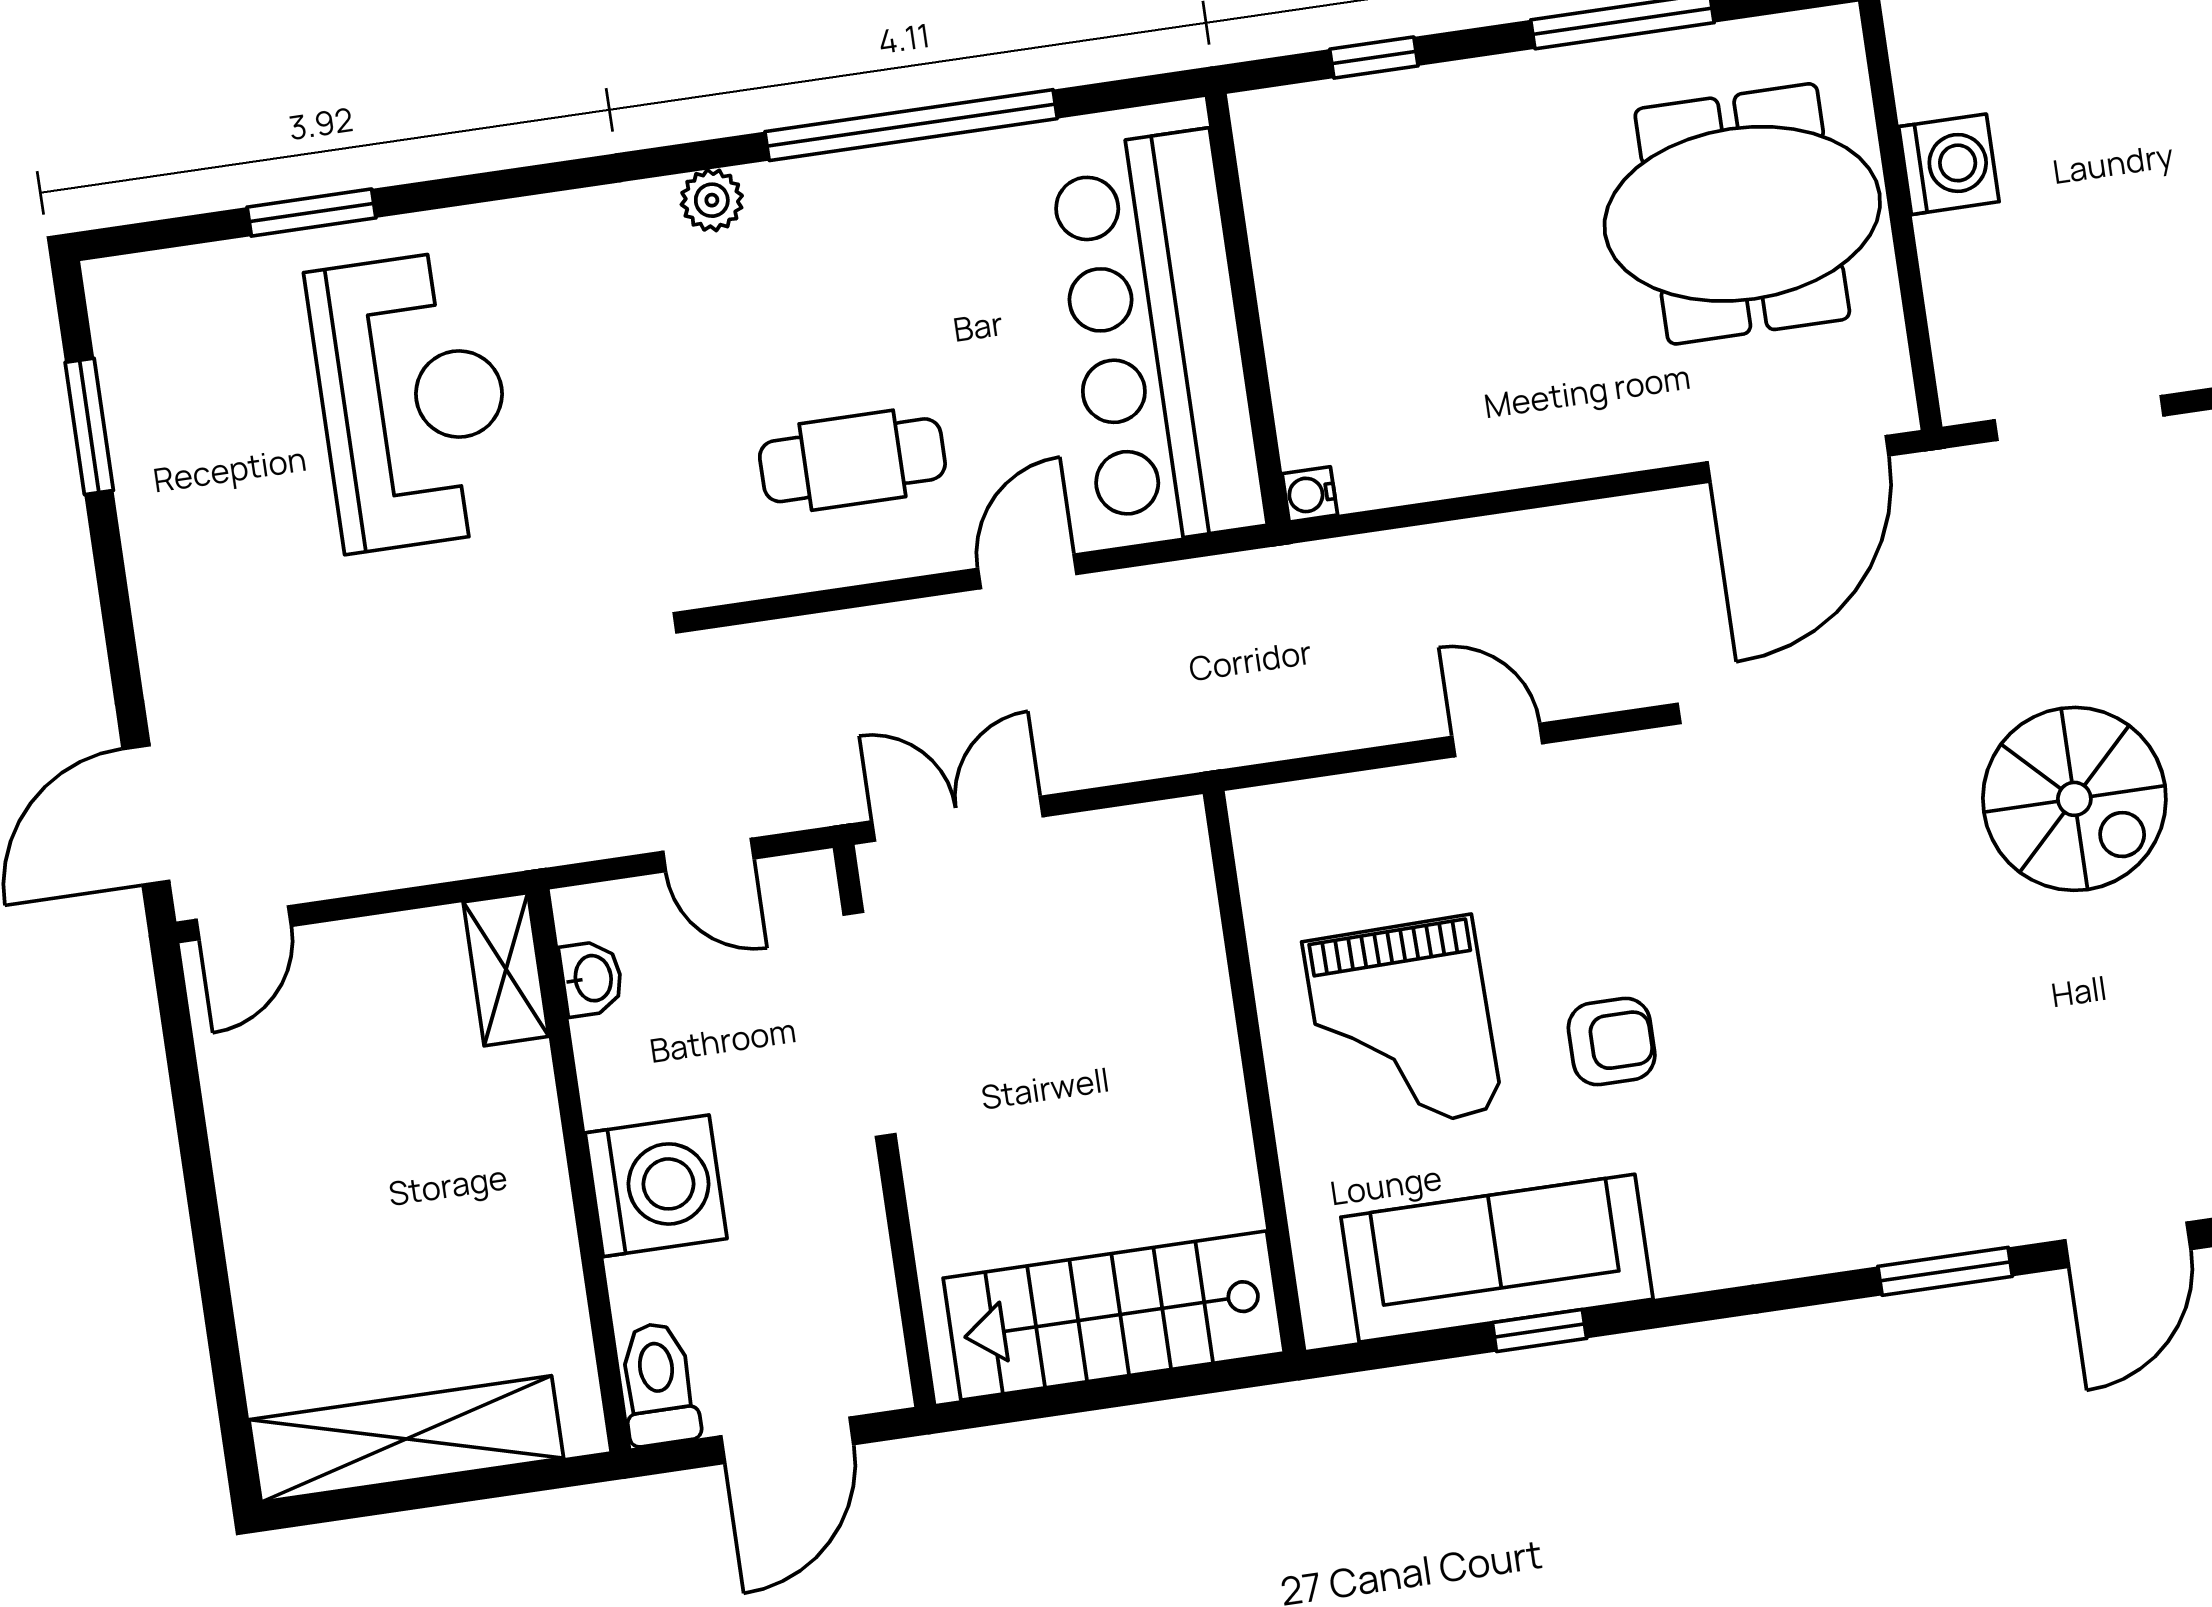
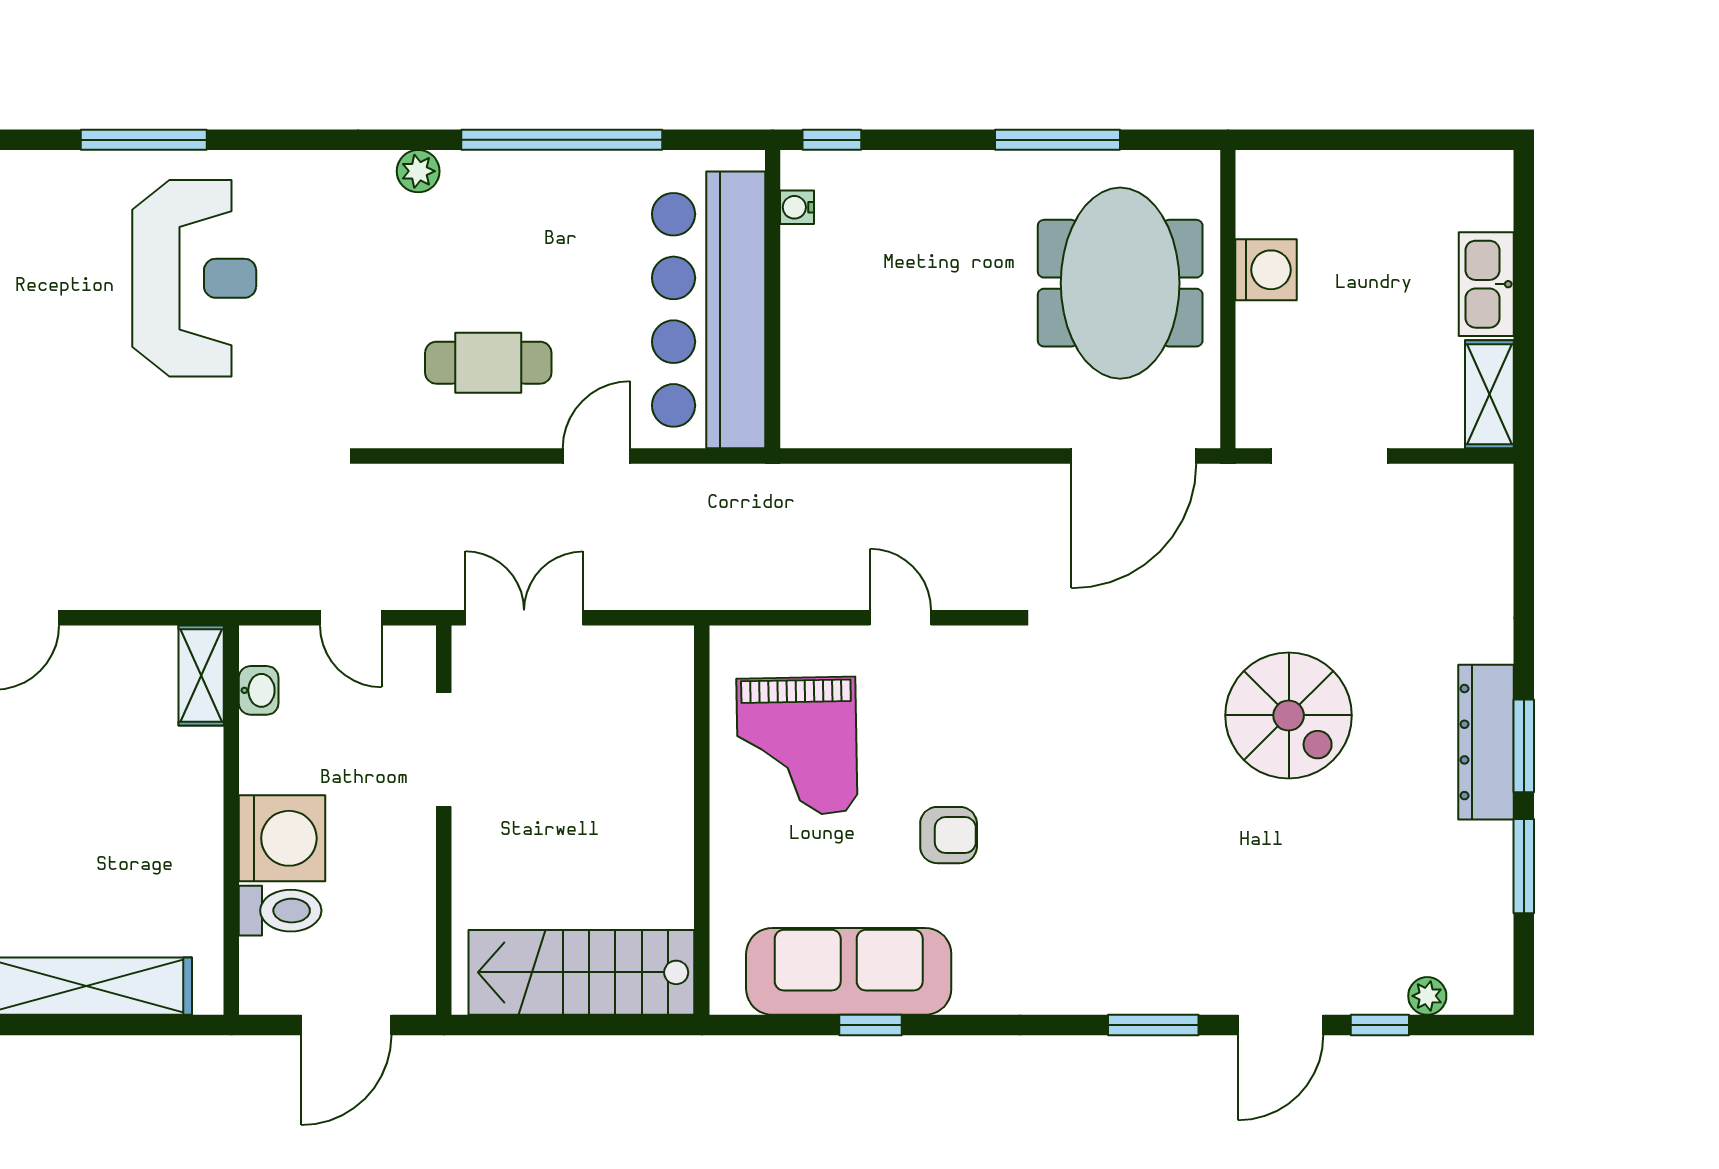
window: (1374, 58) -> (832, 140), moved
window: (312, 213) -> (144, 140), width x1.44
meeting table: (1742, 214) -> (1120, 283), turned 90
water cooler: (1310, 494) -> (797, 207), moved
doorway: (870, 1024) -> (444, 749), width x0.73
grand piano: (1403, 1026) -> (797, 746), moved
toilet: (658, 1384) -> (280, 911), moved, turned 90

